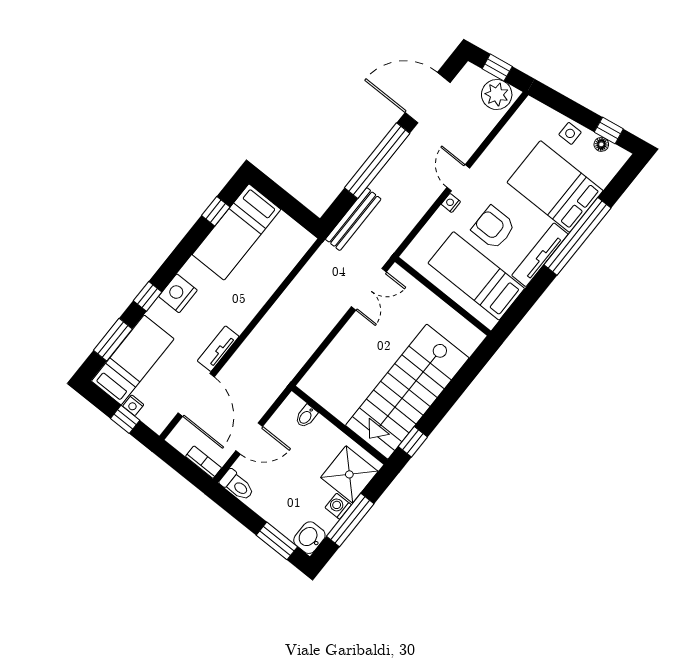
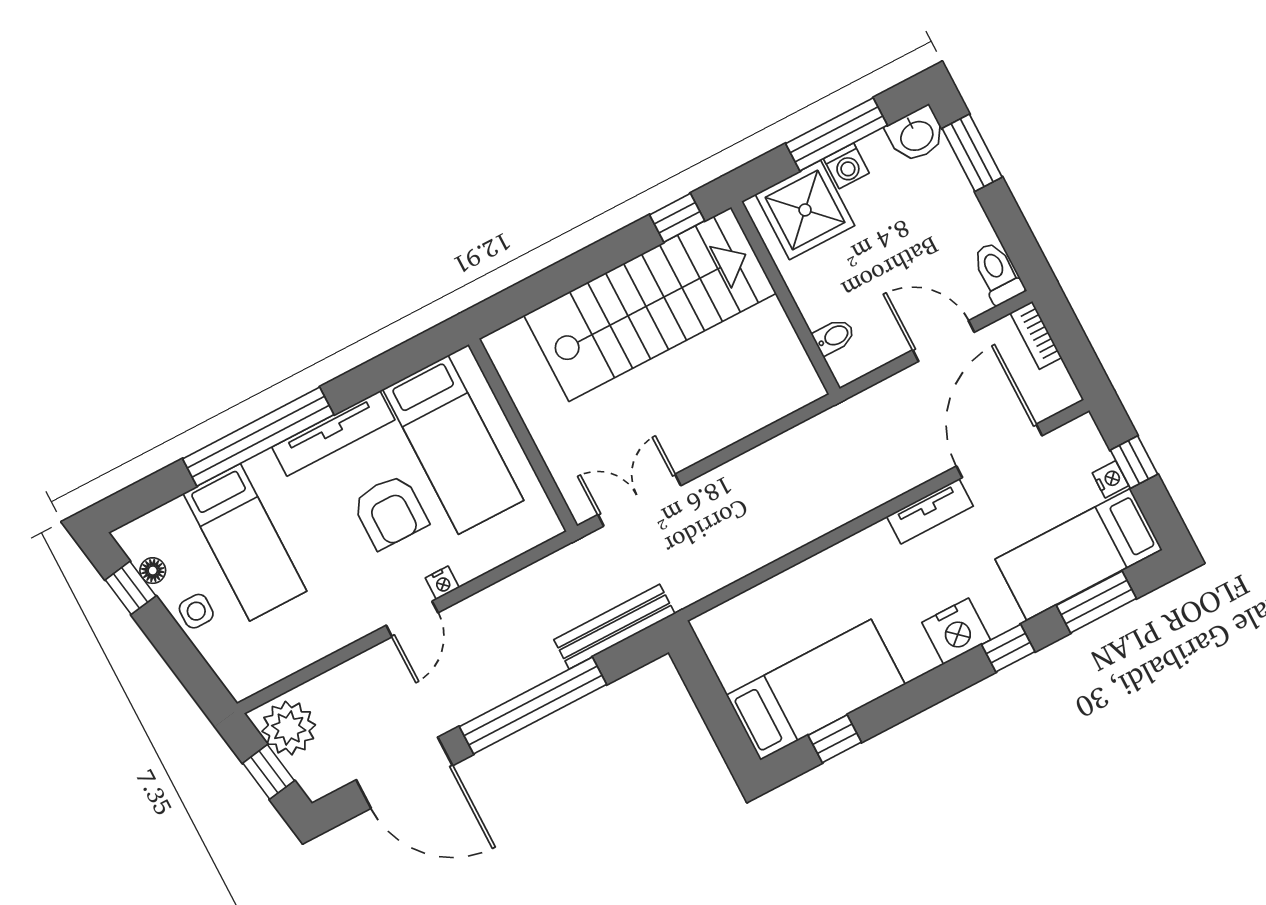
bed: (555, 186) -> (245, 542), width x0.67

